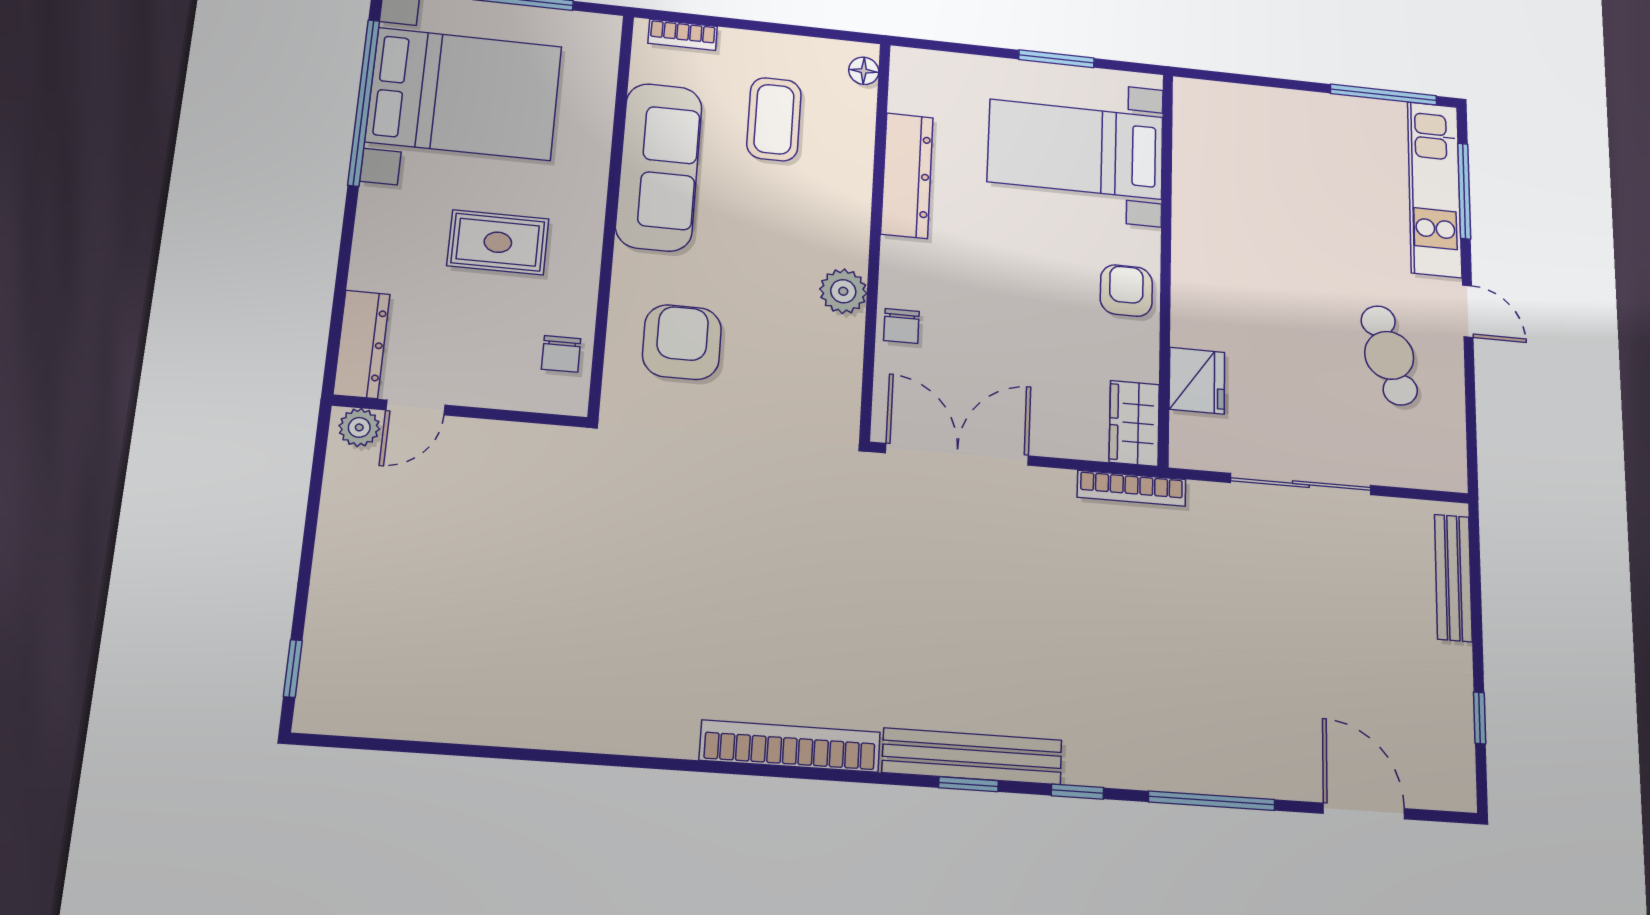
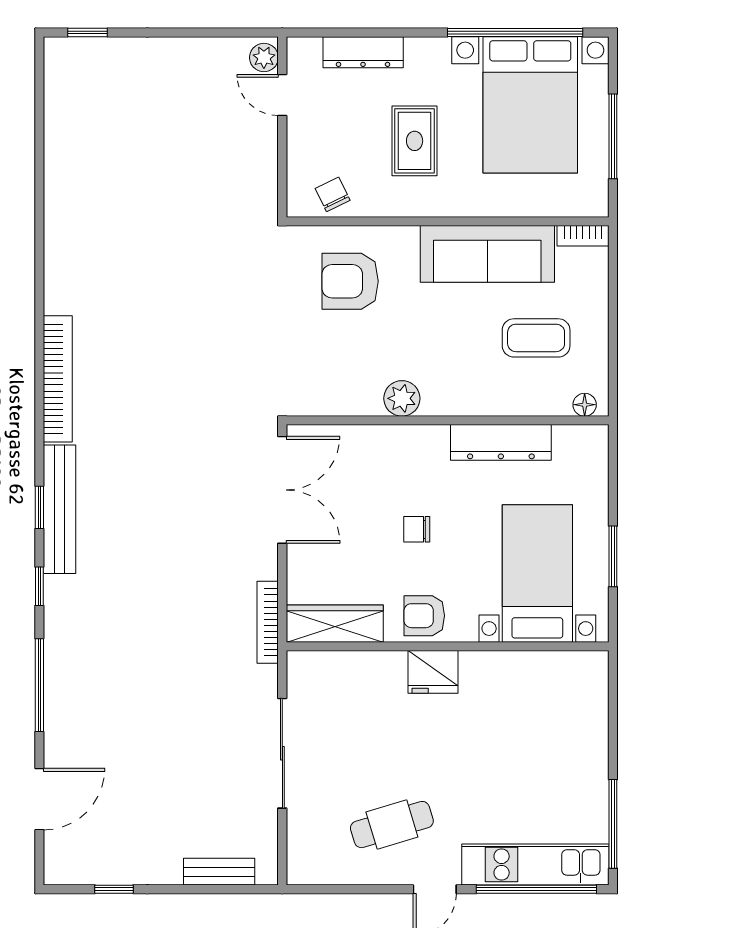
bookcase: (683, 35) -> (583, 236), moved, turned -90
window: (1464, 191) -> (536, 889), width x1.46
armchair: (1126, 291) -> (424, 616), turned 180
chair: (901, 326) -> (417, 529), moved
armchair: (682, 342) -> (350, 281), turned 180
dresser: (362, 344) -> (363, 52), moved
chair: (561, 354) -> (333, 194), turned 64
fridge: (1197, 381) -> (433, 672), moved
wardrobe: (1134, 423) -> (335, 624), width x1.50
bench: (1453, 578) -> (219, 872), width x0.73

